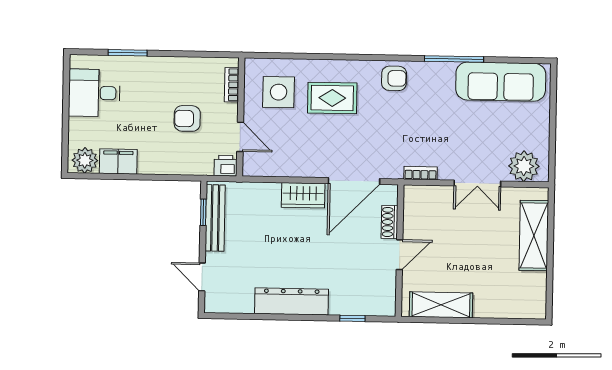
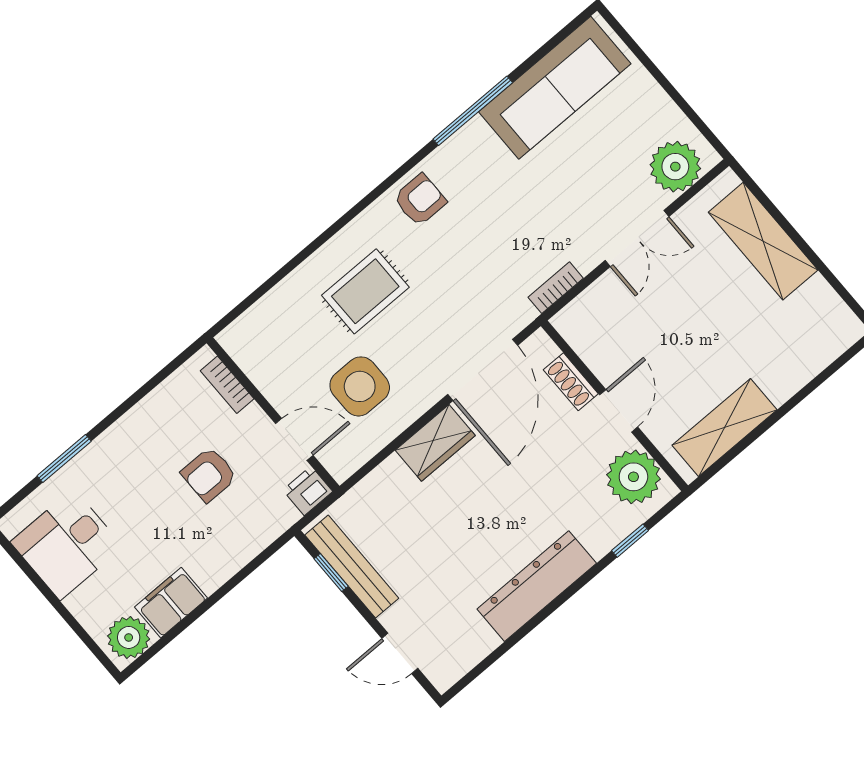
side table: (279, 92) -> (360, 386), moved
plant: (380, 291) -> (633, 477), added

